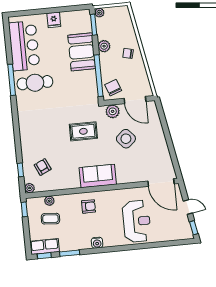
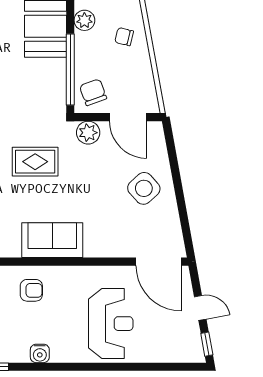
side table: (126, 139) -> (144, 188), moved

